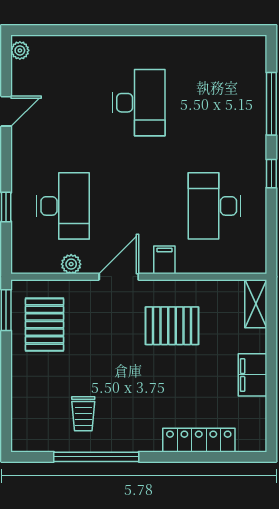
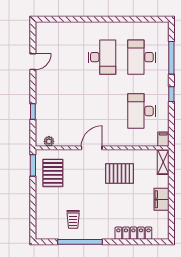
plant: (20, 50) -> (40, 30), removed
desk: (63, 206) -> (142, 57), moved, turned 180
filing cabinet: (164, 260) -> (163, 139), moved
plant: (71, 264) -> (49, 141), moved

